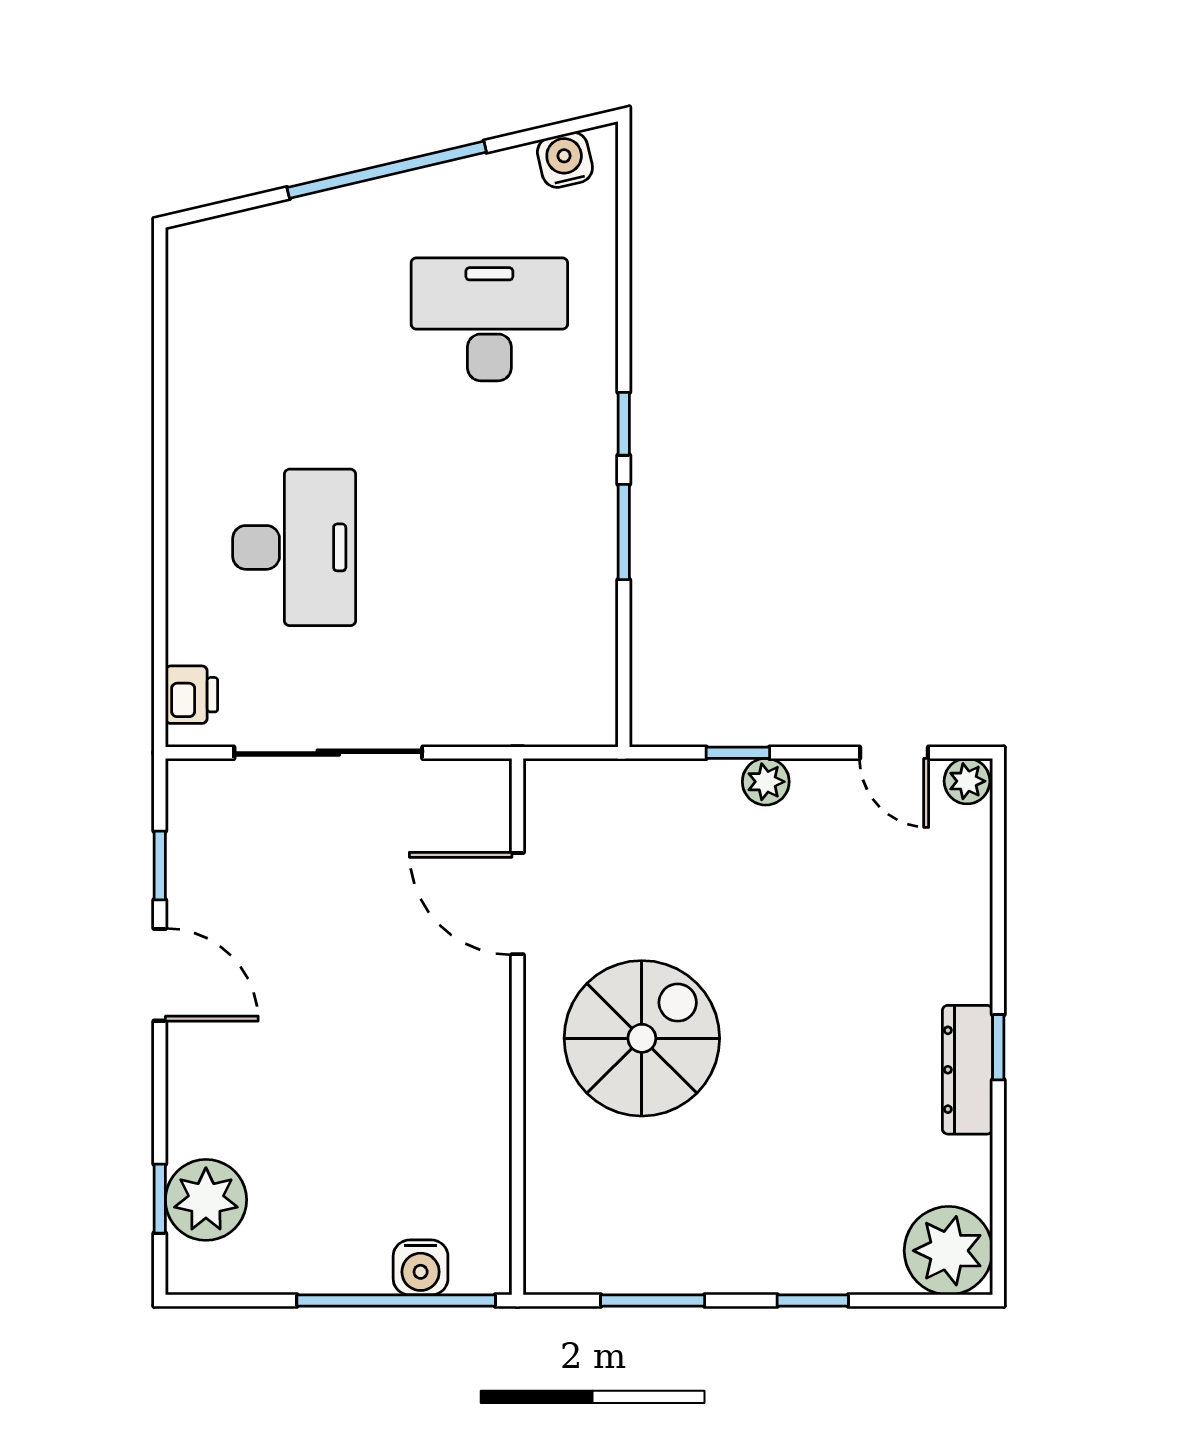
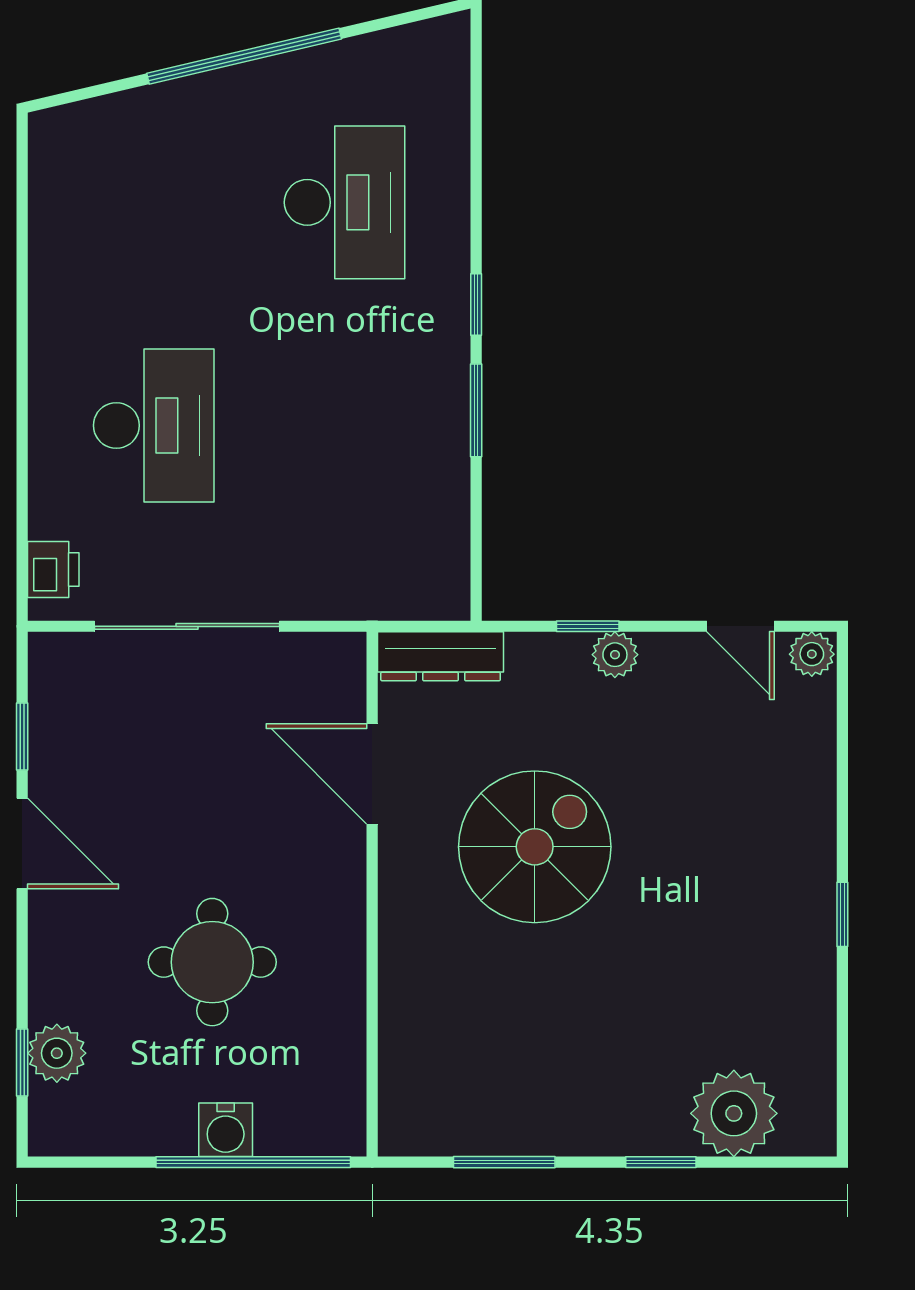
water cooler: (565, 160) -> (419, 46), removed
desk: (489, 319) -> (345, 202), turned 90
spiral stairs: (642, 1038) -> (535, 847), moved
dresser: (967, 1070) -> (441, 656), moved, turned -90
round table: (354, 1096) -> (212, 962), added
plant: (206, 1200) -> (57, 1053), width x0.73, depth x0.73
plant: (948, 1251) -> (734, 1113), moved
water cooler: (421, 1267) -> (226, 1130), moved

